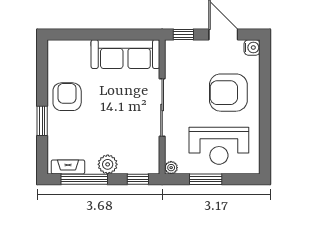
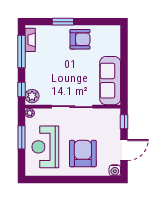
plant: (108, 164) -> (32, 96), moved

